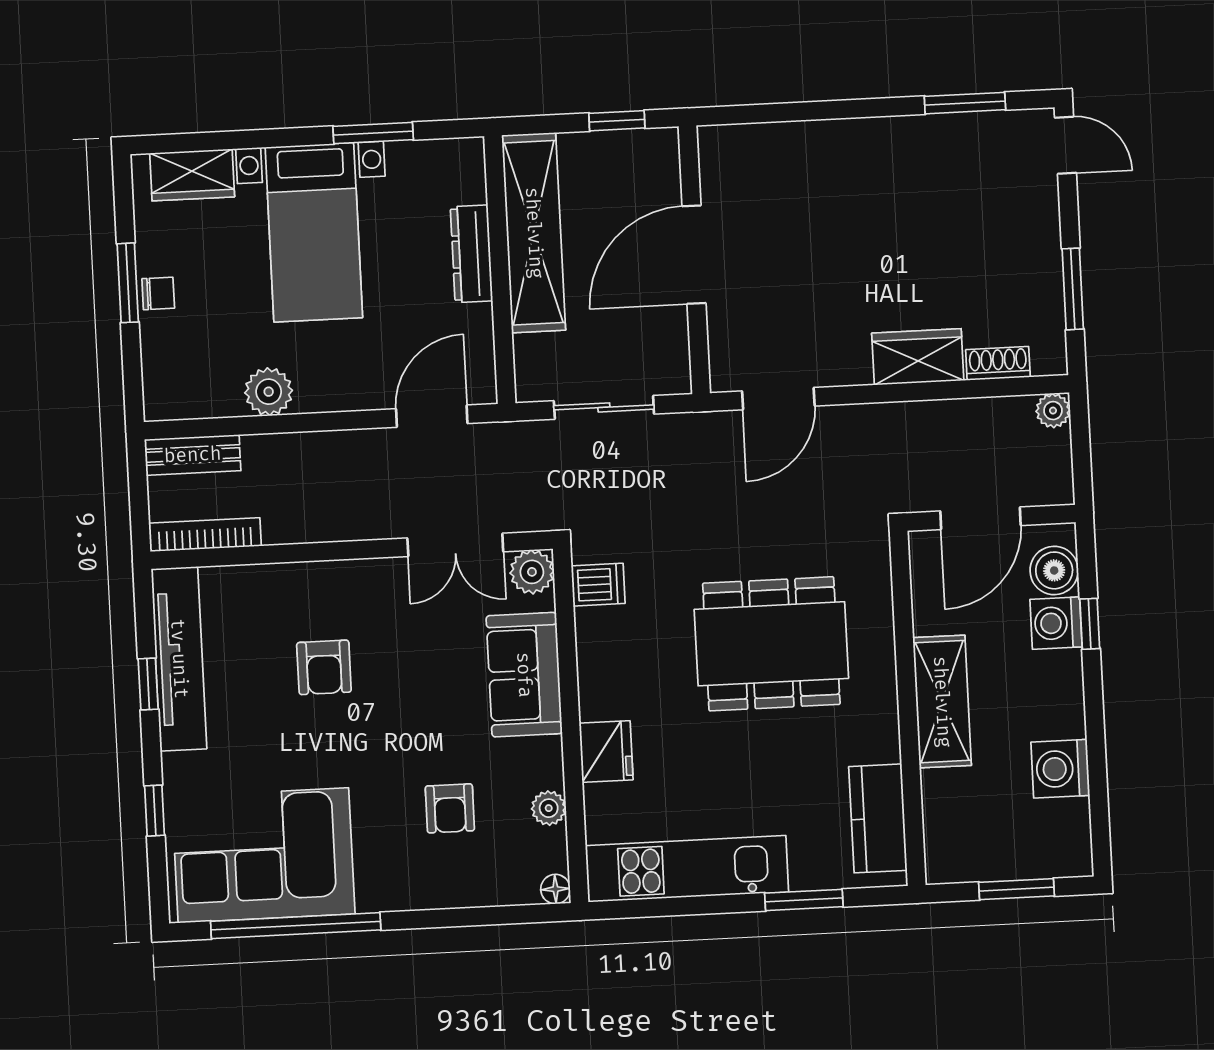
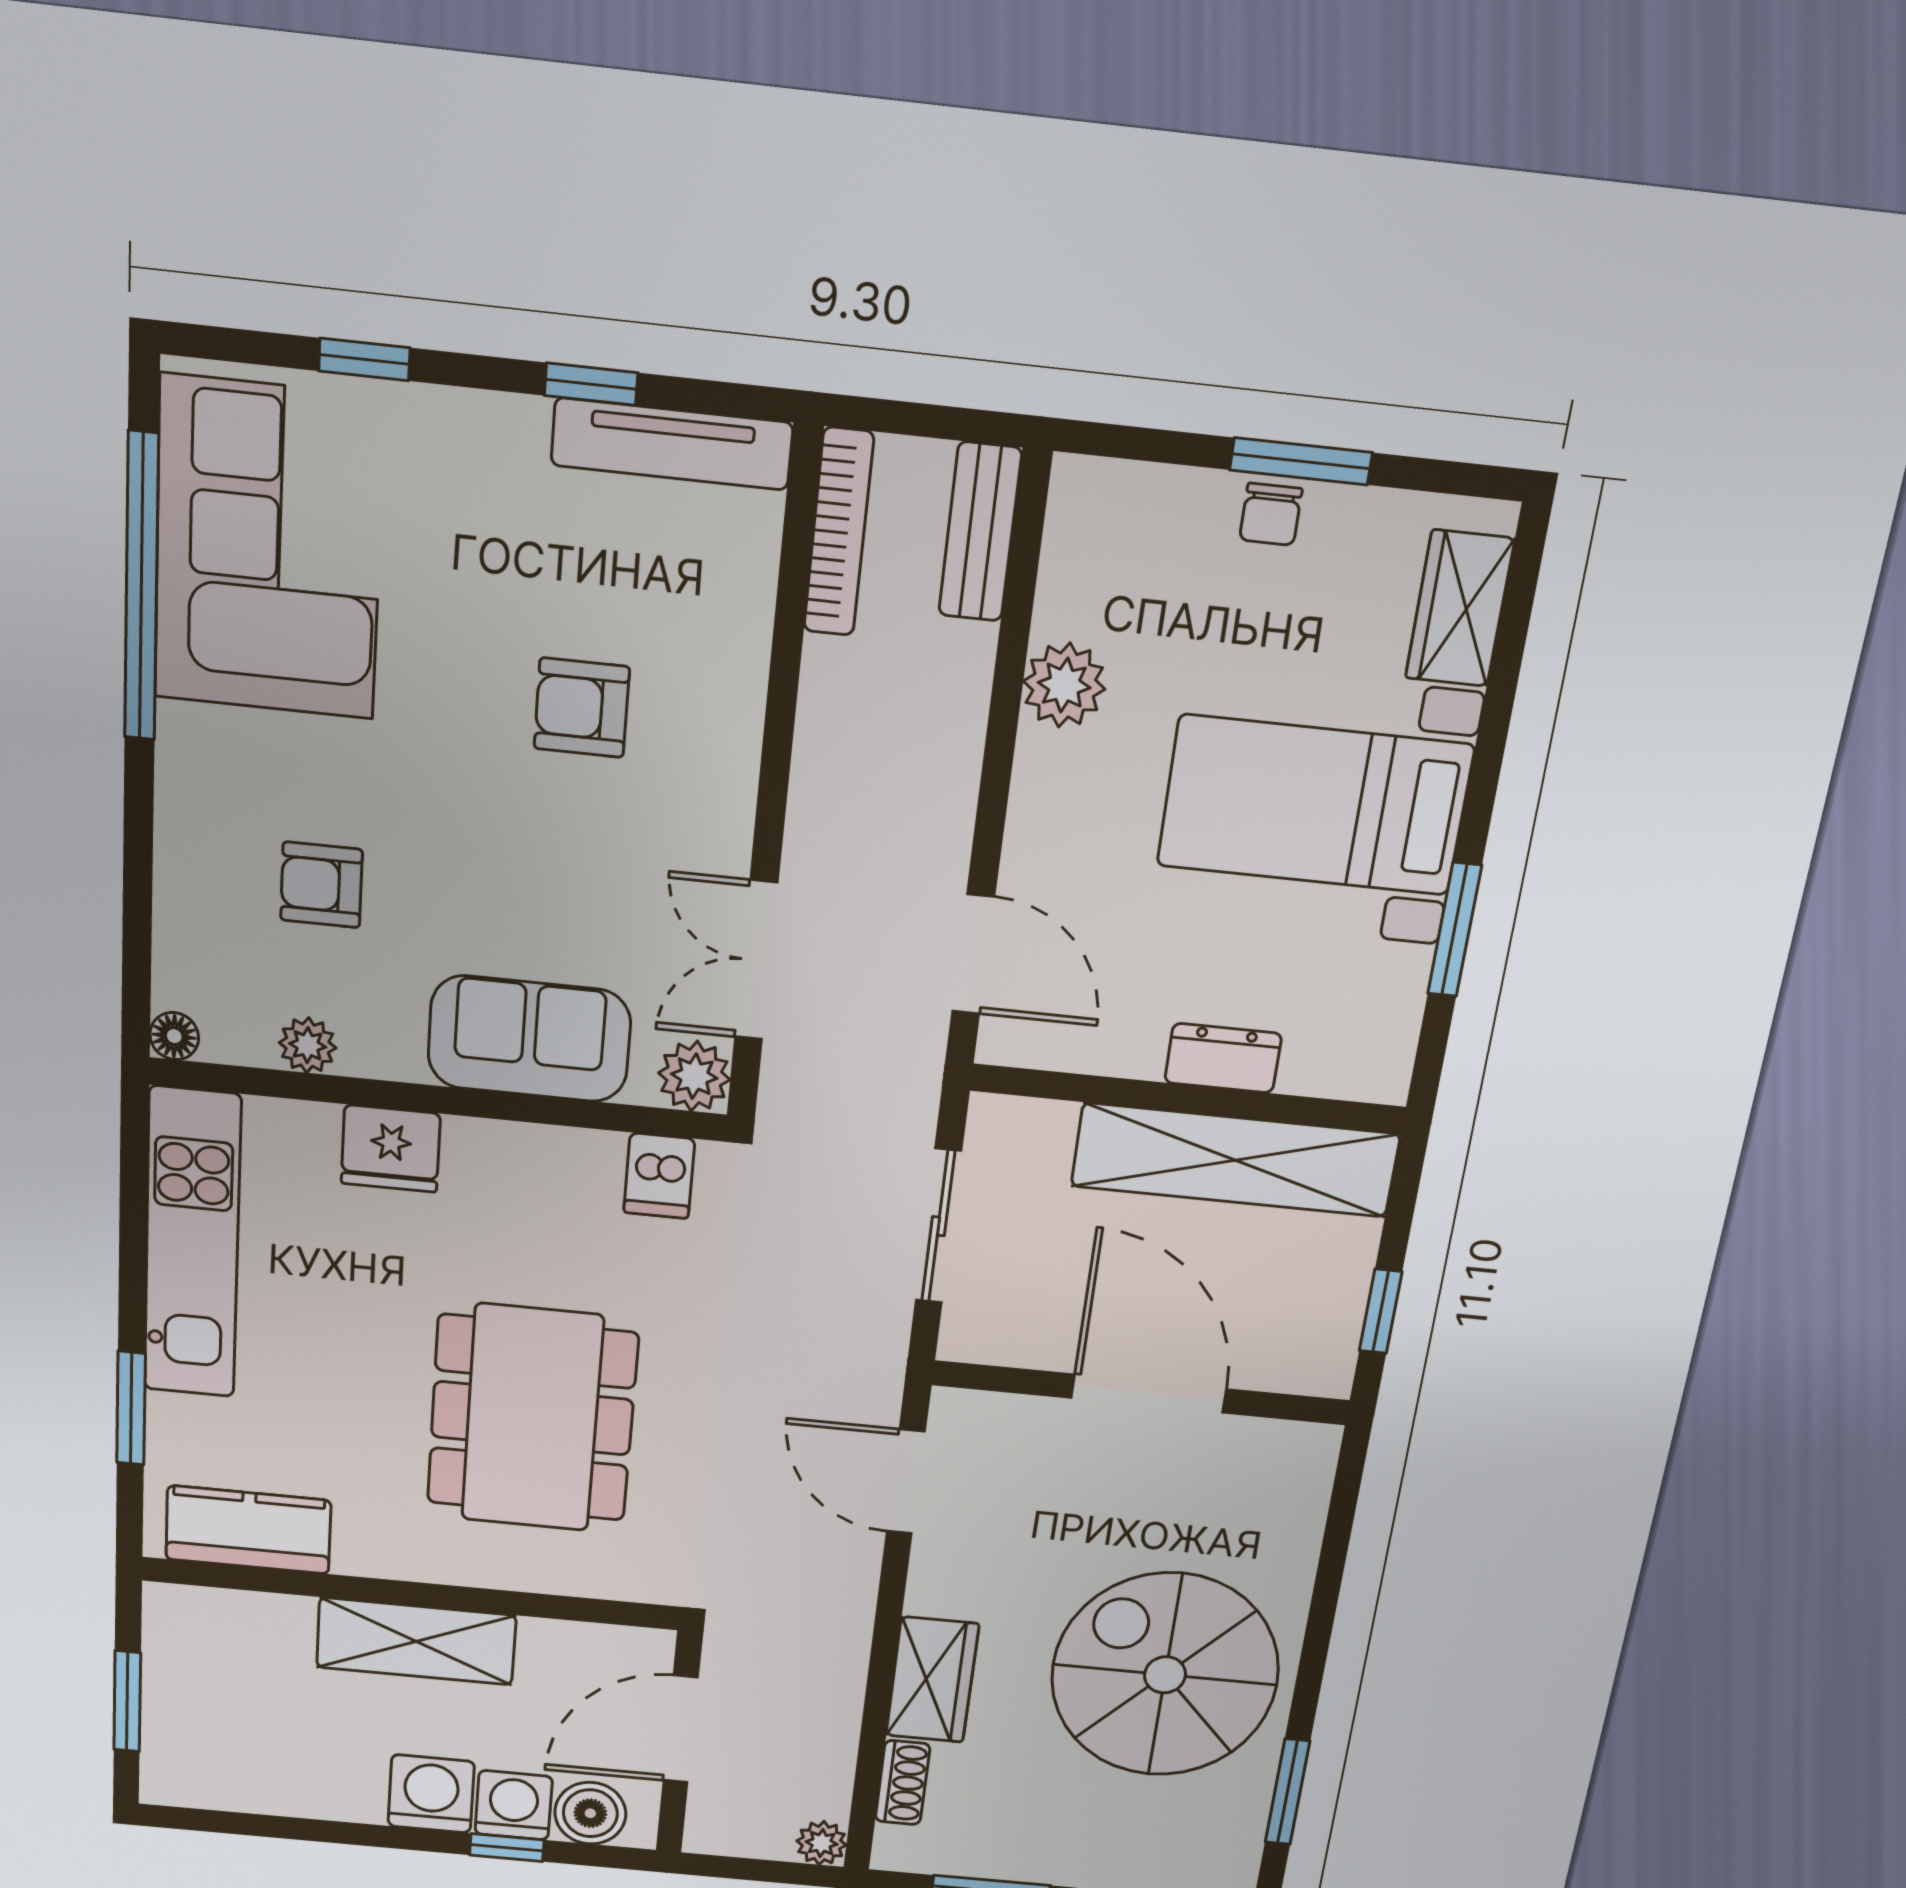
spiral stairs: (890, 204) -> (1165, 1675), added
dresser: (472, 254) -> (1223, 1058), width x0.70
door: (980, 518) -> (681, 1729), hinge flipped
tv unit: (179, 659) -> (672, 444), width x0.73, depth x0.78
washing machine: (1060, 769) -> (431, 1794), moved

